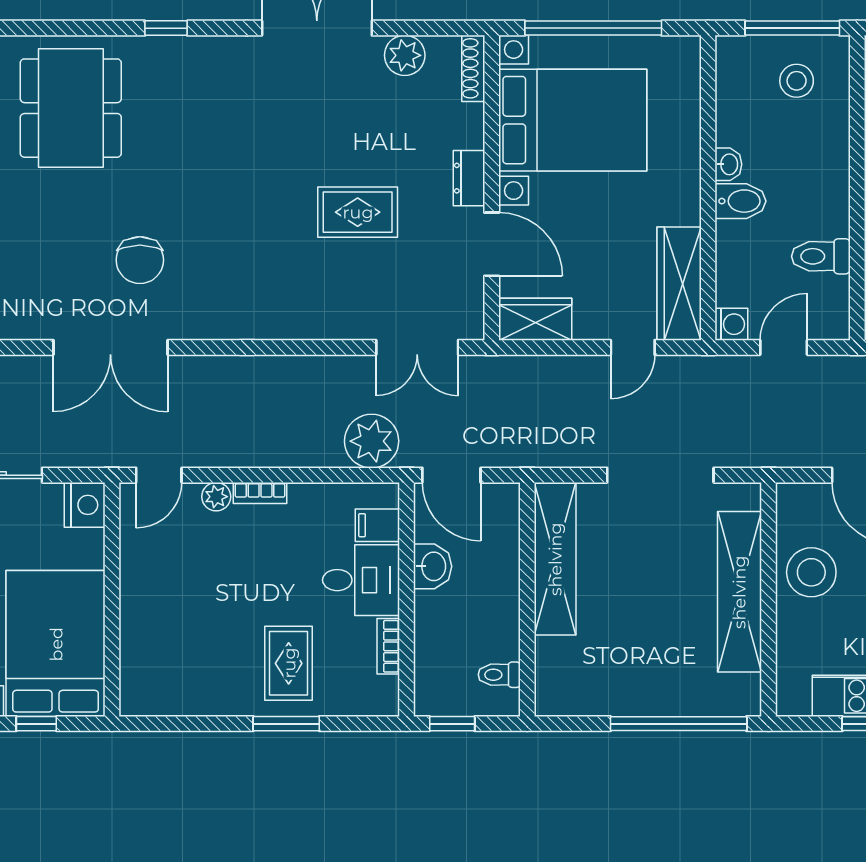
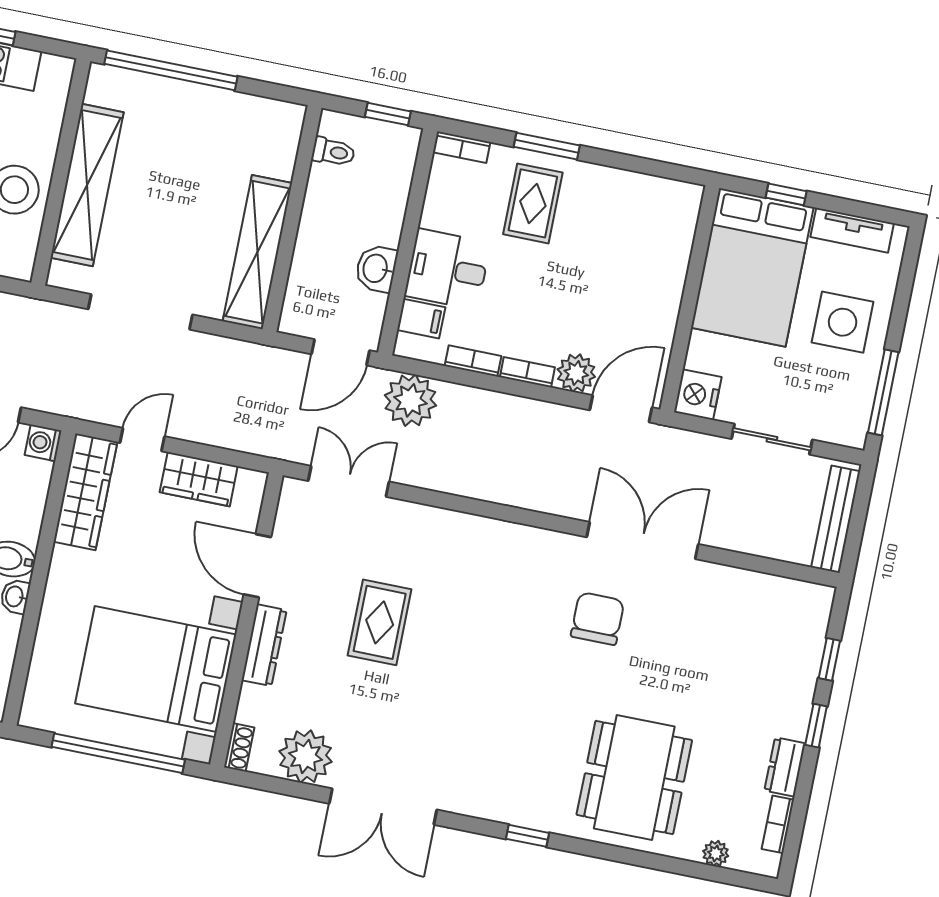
plant: (405, 55) -> (306, 757), width x1.36, depth x1.36
shoe rack: (473, 68) -> (239, 747), width x0.70
dresser: (469, 178) -> (264, 645), width x1.44
rug: (358, 212) -> (380, 622), turned 90
wardrobe: (535, 319) -> (199, 479), moved
door: (159, 475) -> (621, 409), width x1.38
door: (451, 475) -> (340, 352), swing flipped
bookcase: (317, 493) -> (473, 361), added
plant: (216, 497) -> (576, 373), width x1.38, depth x1.38
bookcase: (388, 646) -> (462, 147), moved, turned 90

